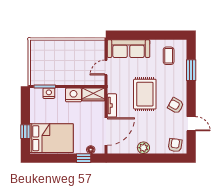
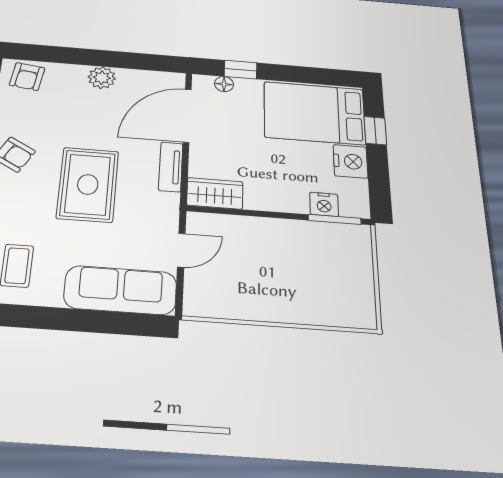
nightstand: (73, 95) -> (350, 161), moved, turned -90

